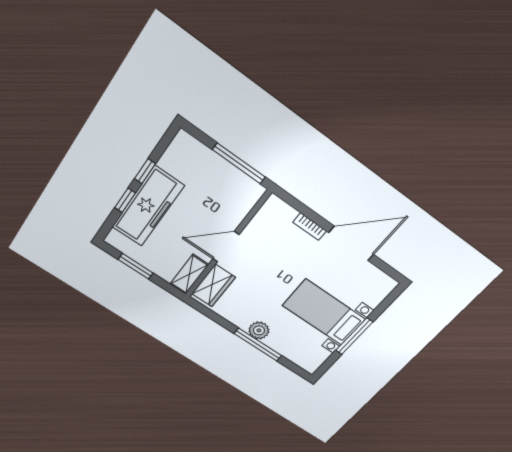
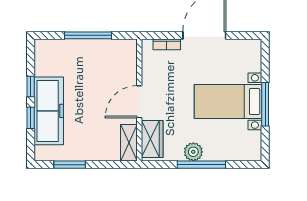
wall: (227, 245) -> (139, 100), moved
door: (226, 247) -> (139, 102), moved
shelving: (189, 274) -> (129, 143), moved
wardrobe: (214, 286) -> (152, 139), moved

